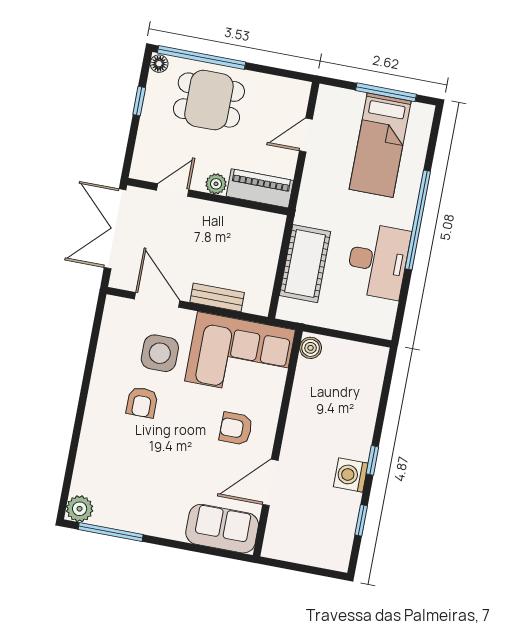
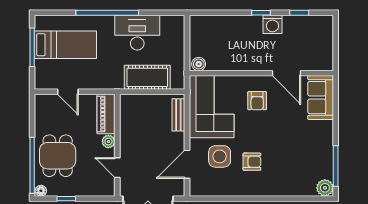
bench: (217, 297) -> (178, 115), moved

